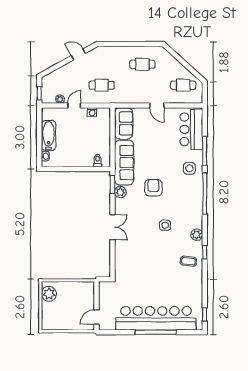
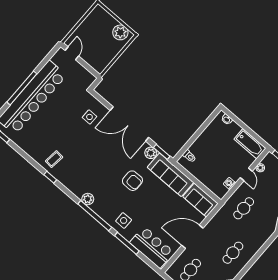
door: (157, 105) -> (192, 237), width x1.87
bathtub: (49, 135) -> (250, 144), moved
side table: (165, 225) -> (89, 117), moved
double door: (112, 227) -> (129, 124), width x1.87
plant: (197, 235) -> (88, 199), moved

